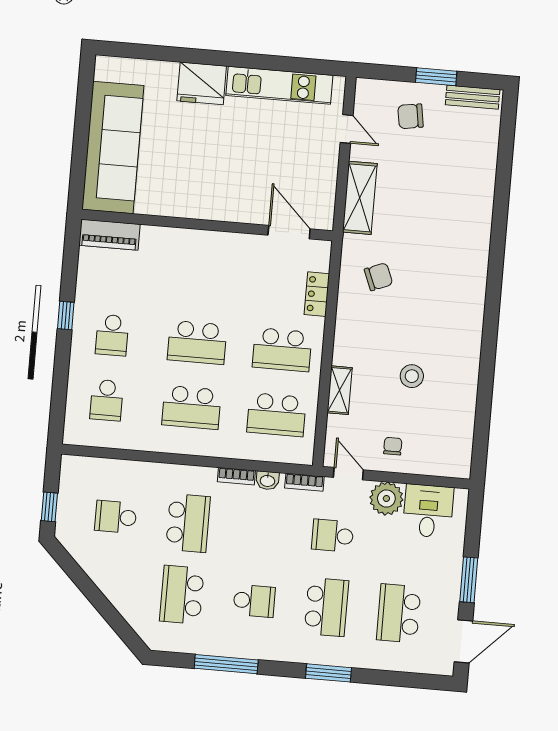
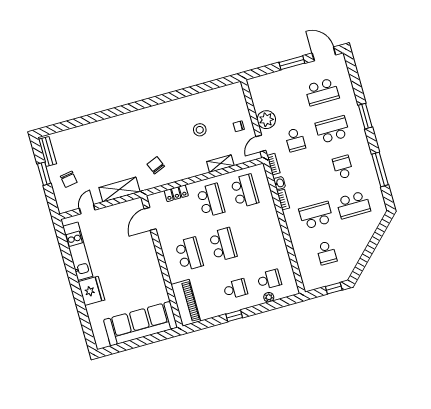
piano: (110, 235) -> (186, 303), width x1.37, depth x1.33
plant: (76, 388) -> (269, 297), added
school desk: (191, 407) -> (189, 254), moved
desk: (428, 511) -> (265, 96), removed

